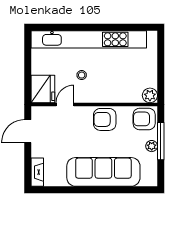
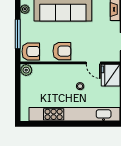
door: (65, 104) -> (93, 63), hinge flipped
plant: (152, 146) -> (25, 9), moved

